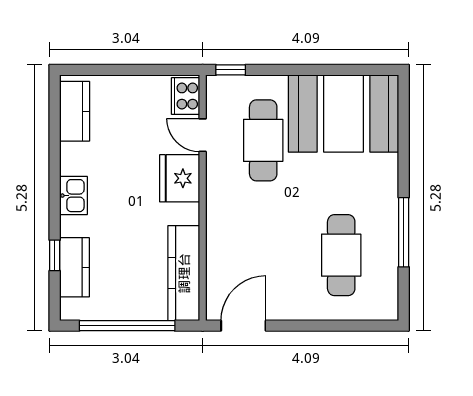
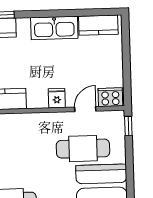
fridge: (180, 178) -> (57, 98), width x0.53, depth x0.75
kitchen sink: (73, 196) -> (54, 28), width x1.88, depth x1.24

